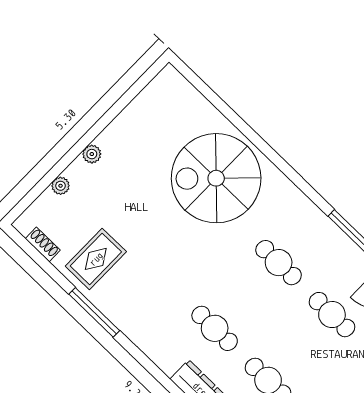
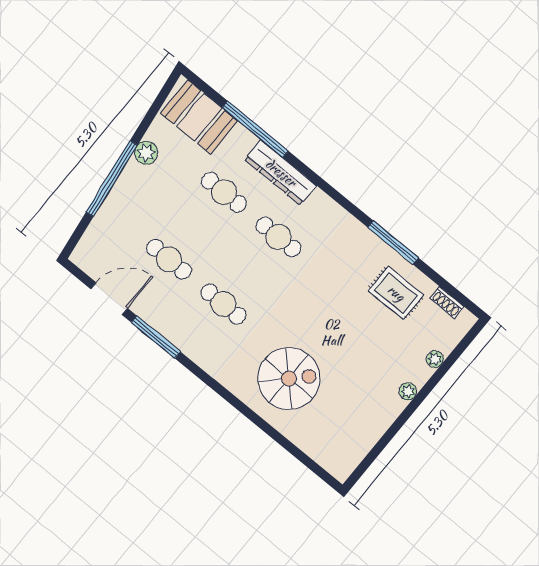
spiral stairs: (216, 178) -> (289, 378), width x0.73, depth x0.73
rug: (96, 259) -> (396, 293), turned 90

